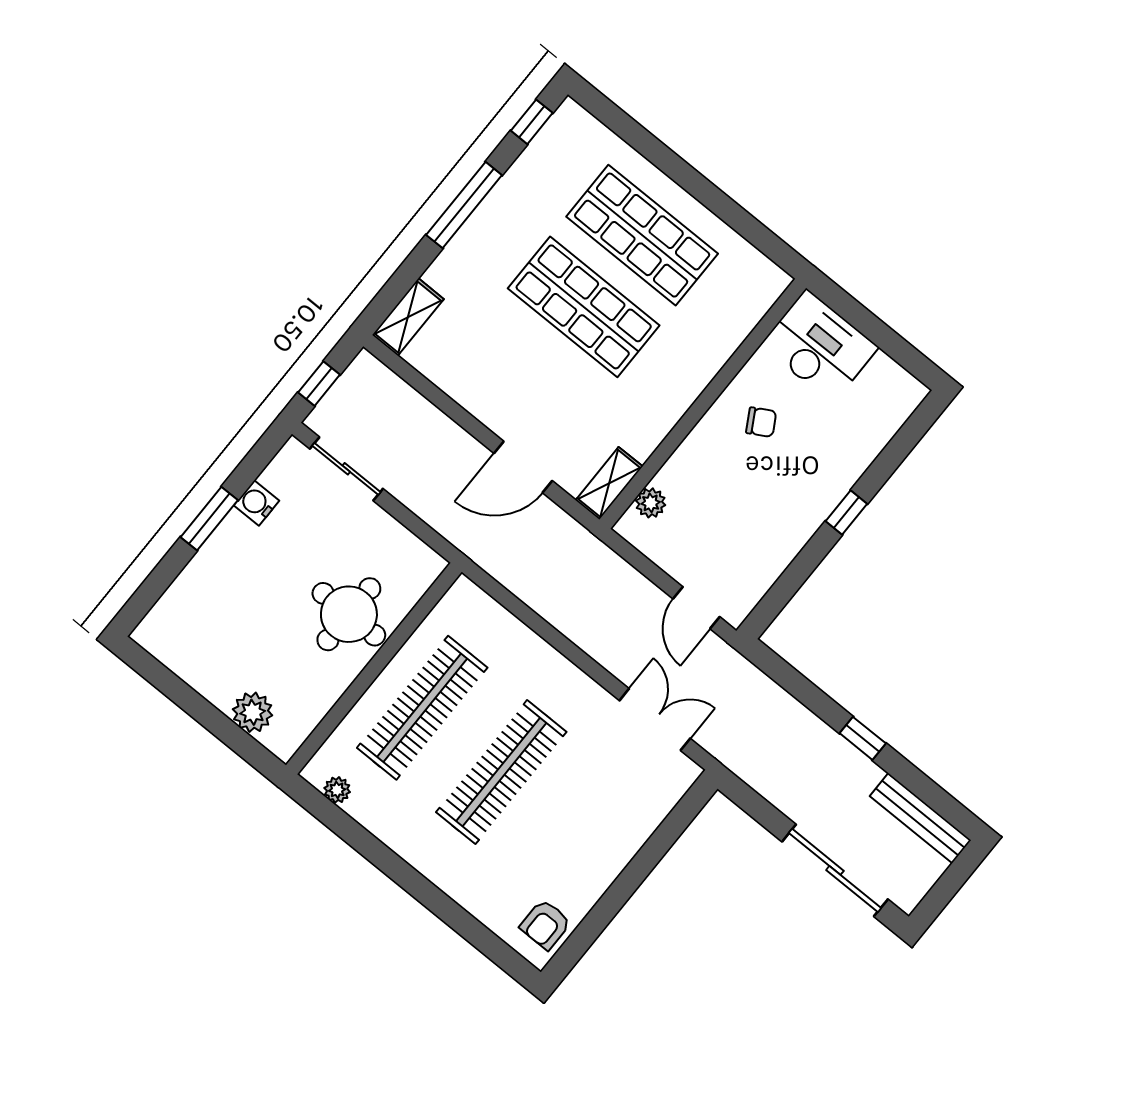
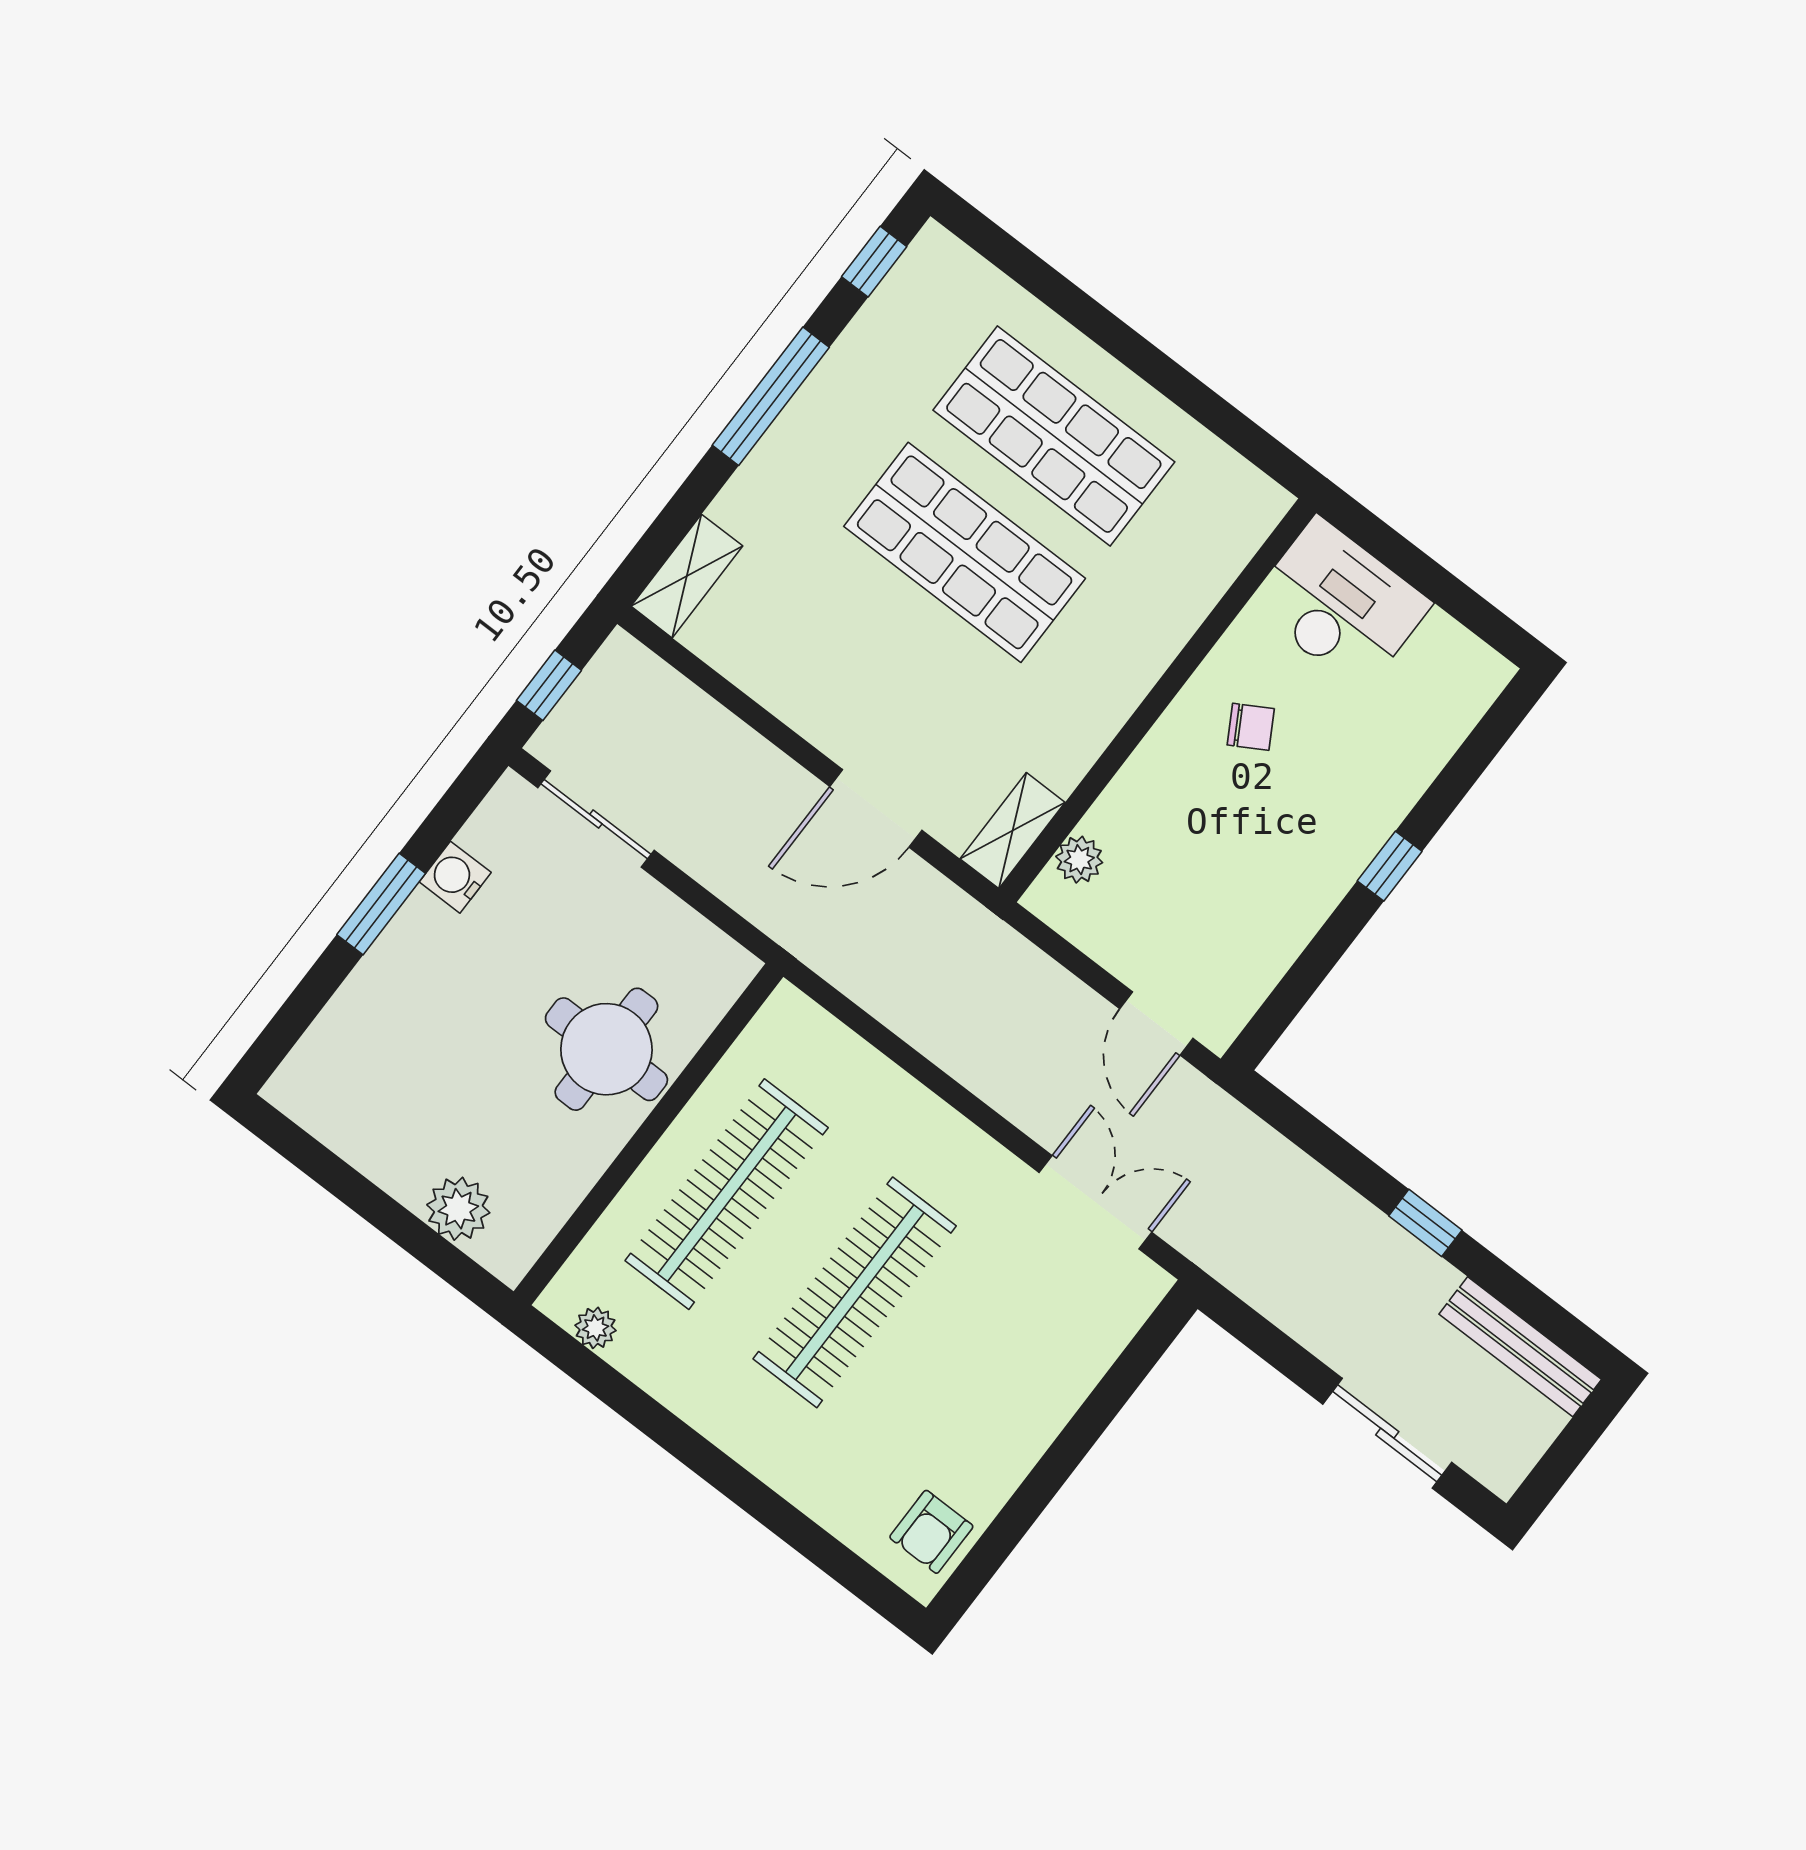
sliding door: (835, 870) -> (1387, 1433), width x0.73

